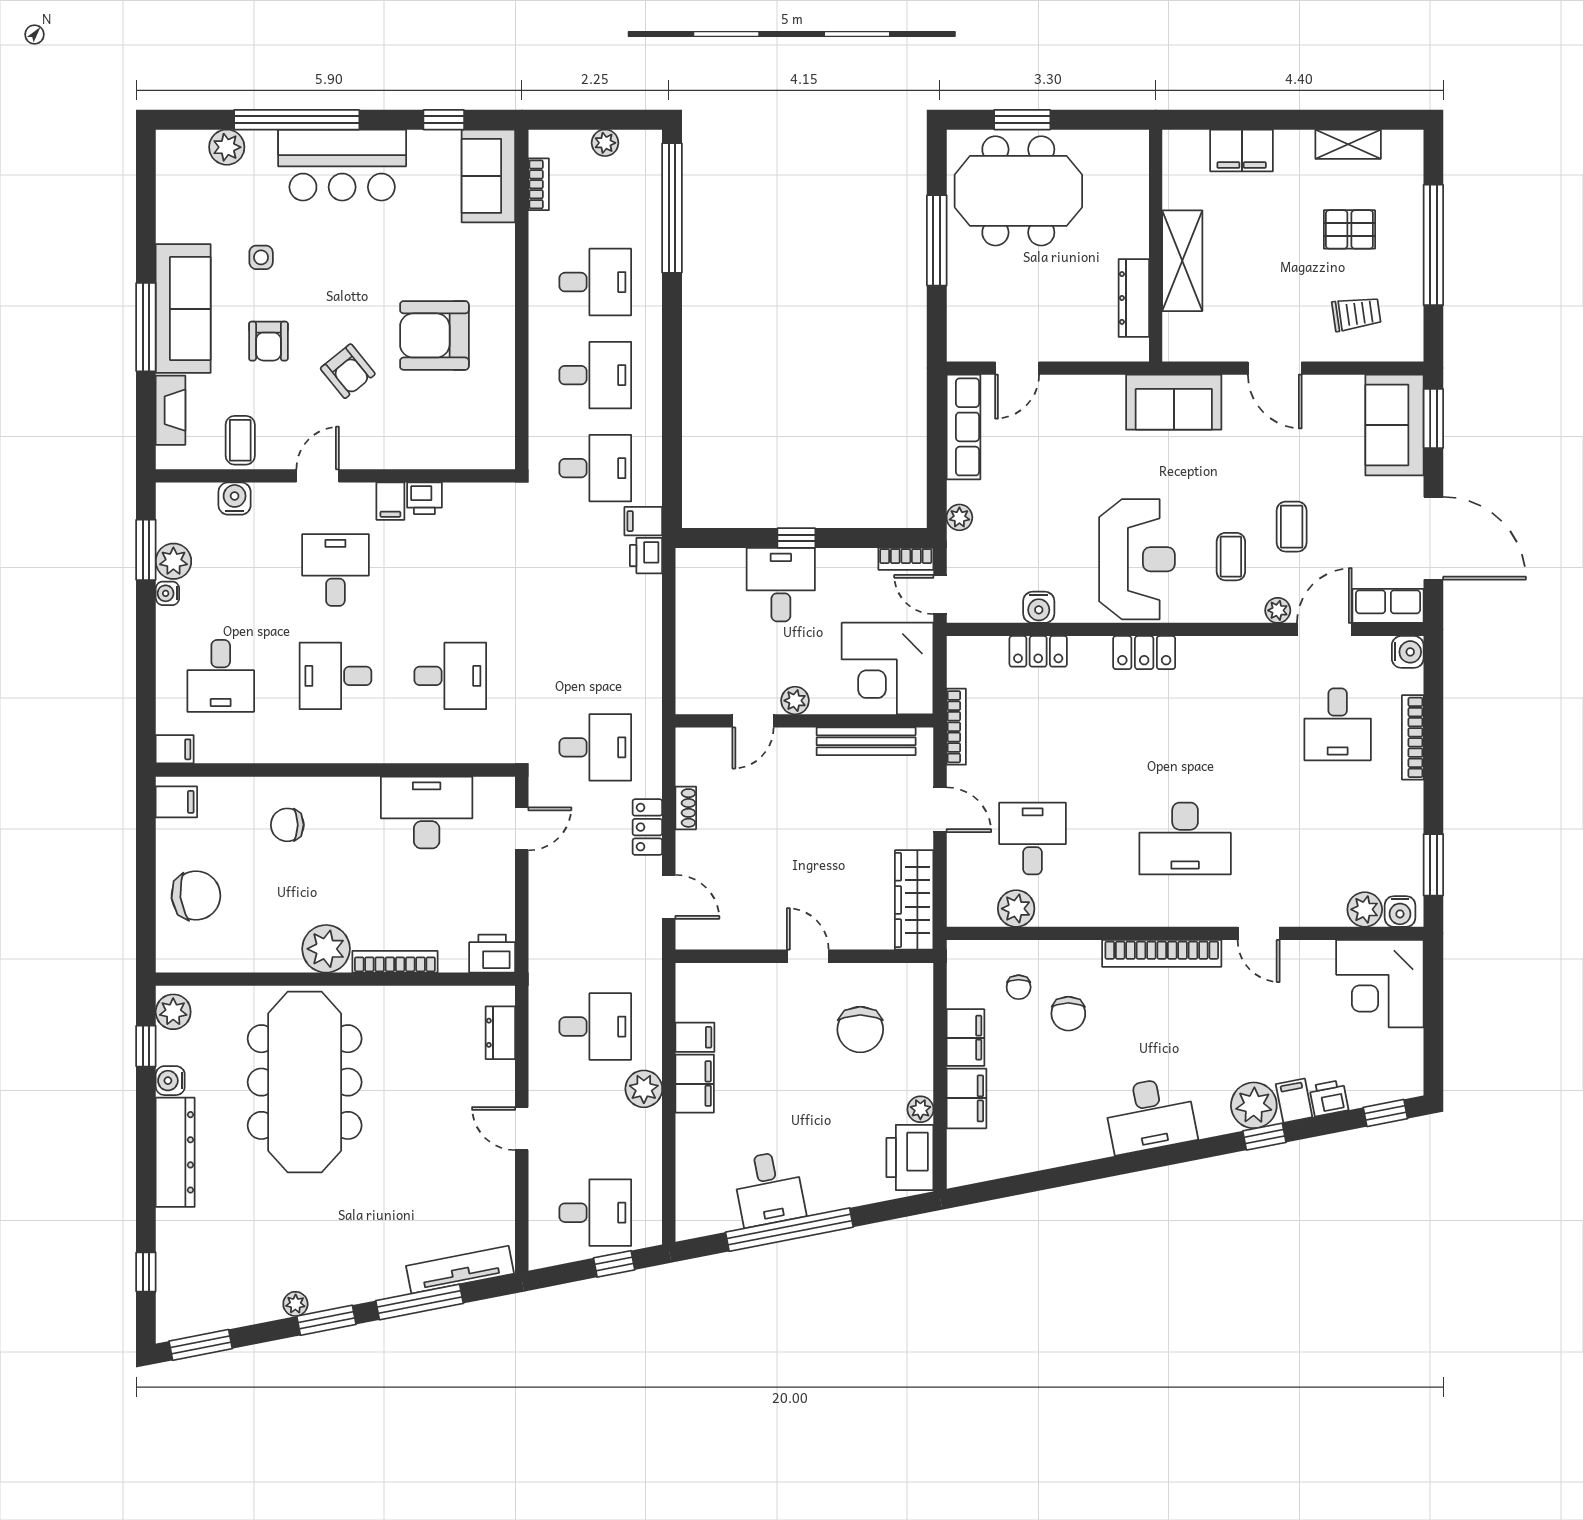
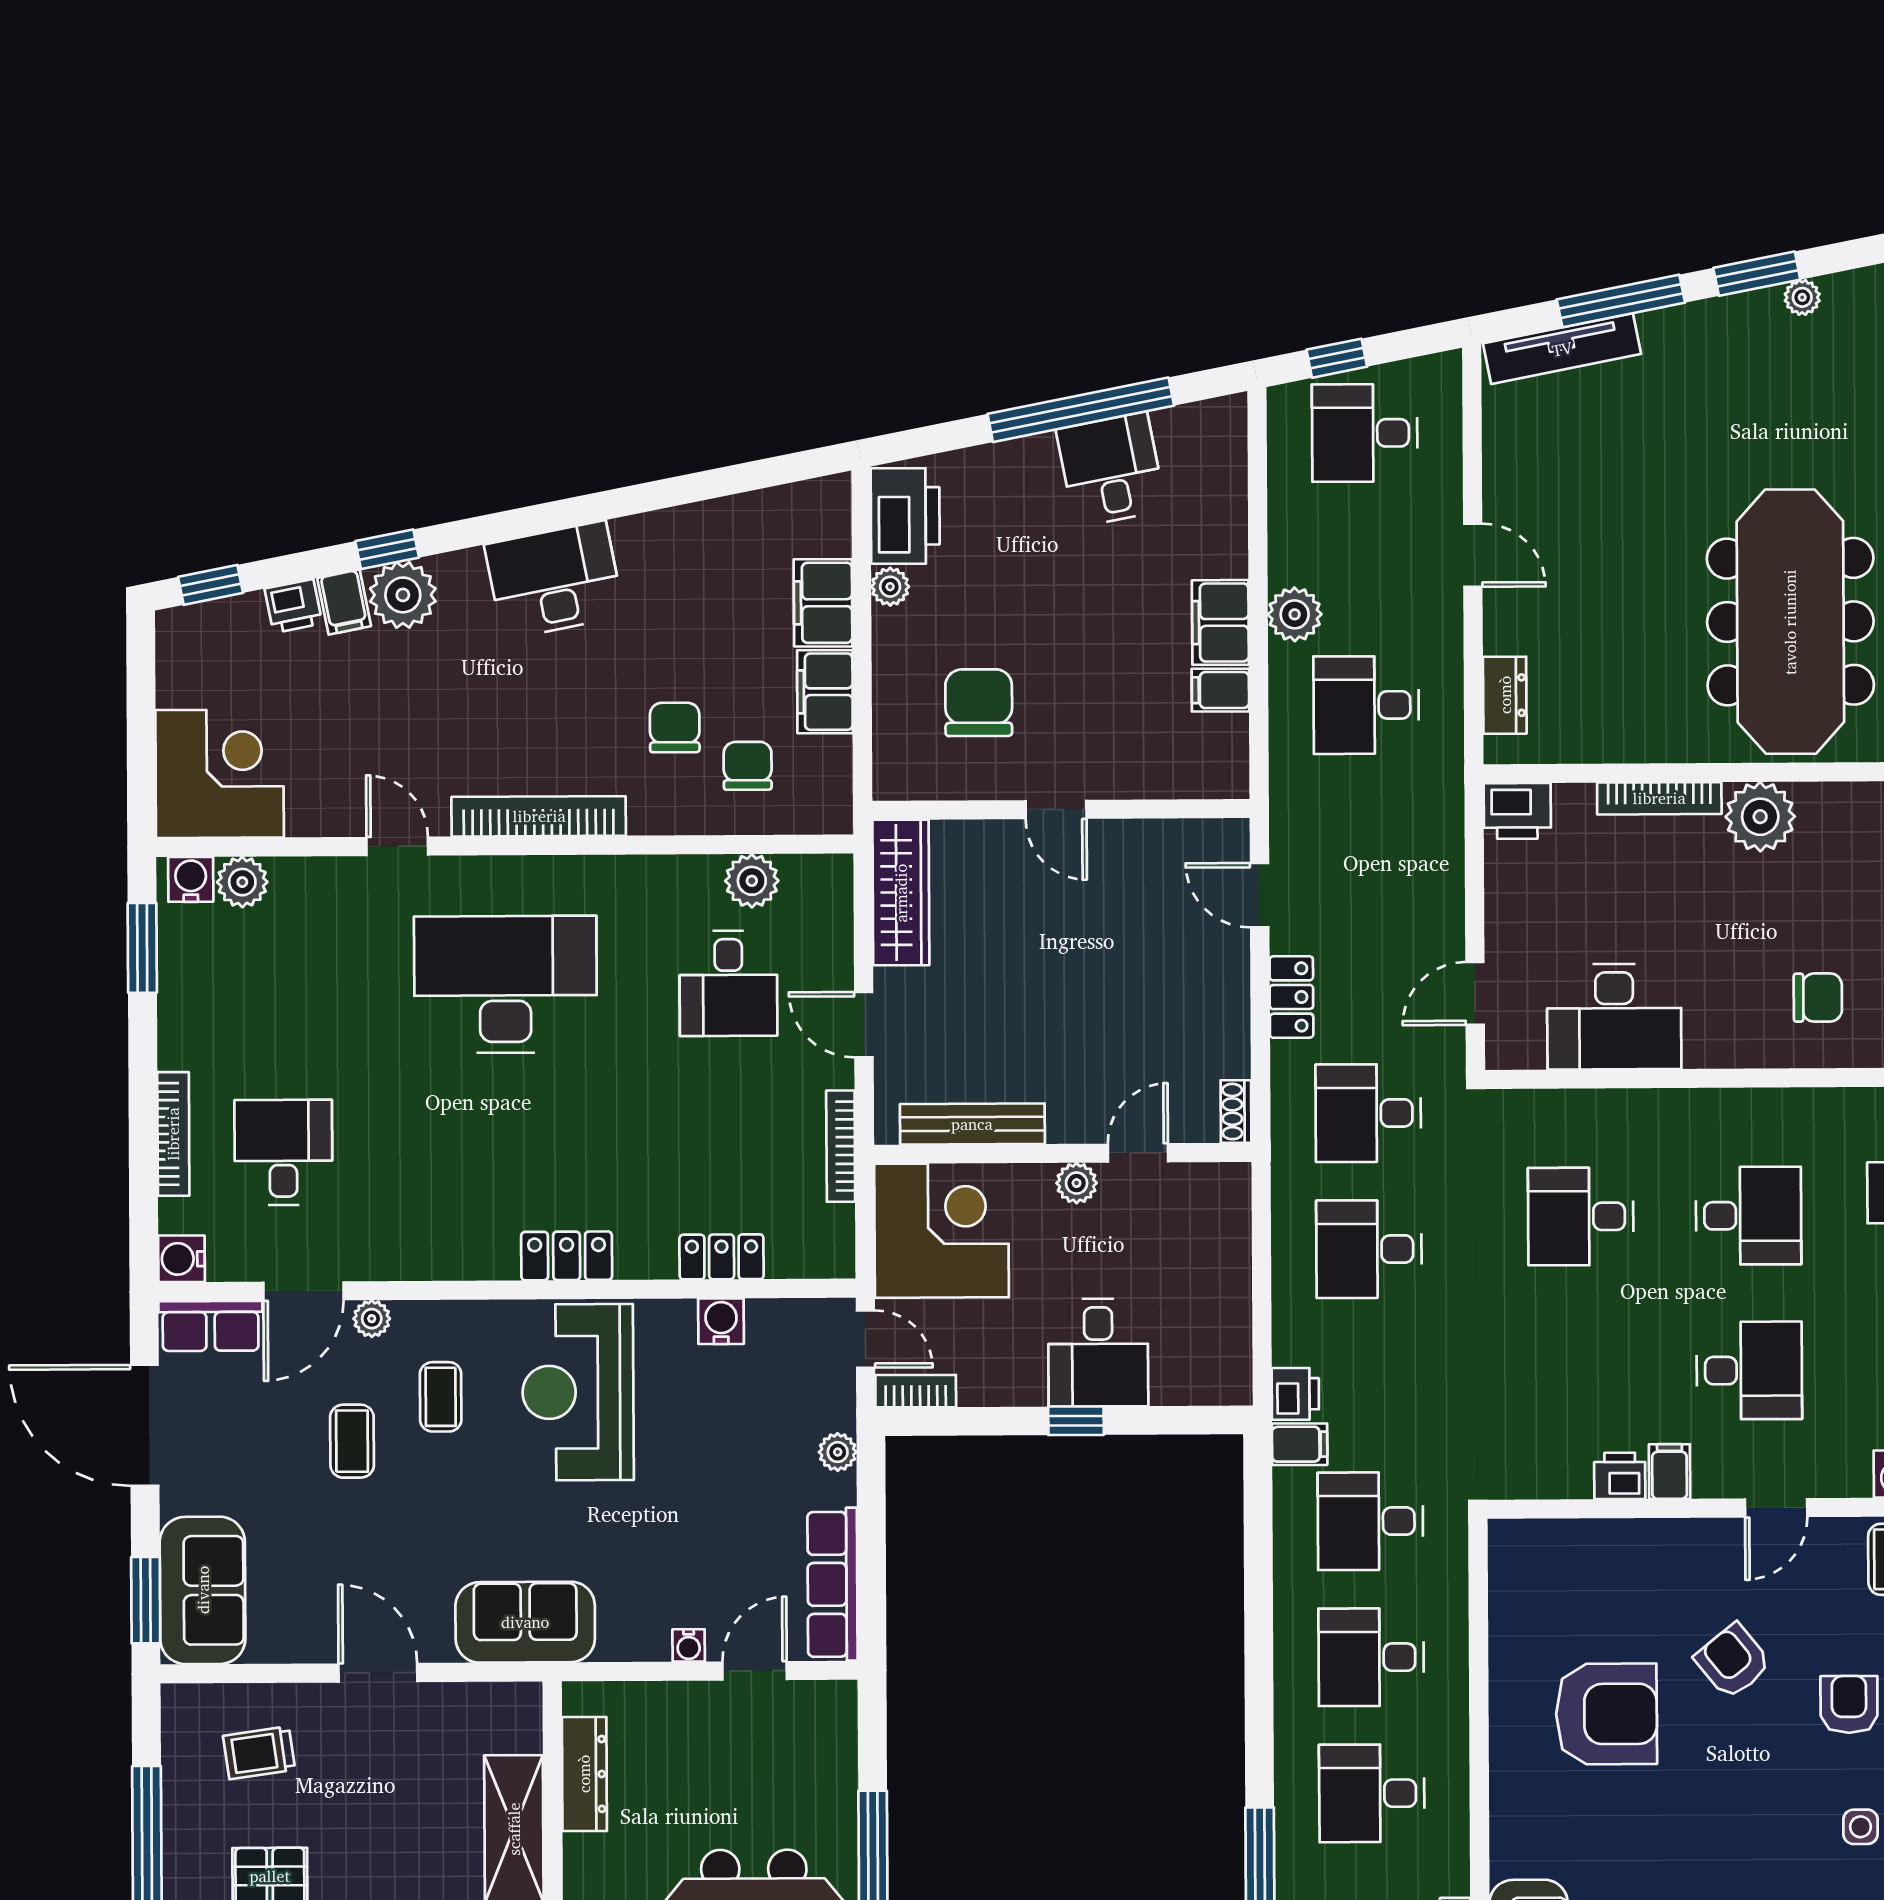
water cooler: (1062, 386) -> (689, 1645), added
desk: (335, 570) -> (1749, 1370), turned -90
desk: (595, 654) -> (1369, 1249), added
shoe rack: (686, 808) -> (1236, 1112), moved
desk: (1185, 838) -> (505, 984), width x1.36, depth x1.30
chair: (1019, 987) -> (748, 766), width x1.37, depth x1.37

